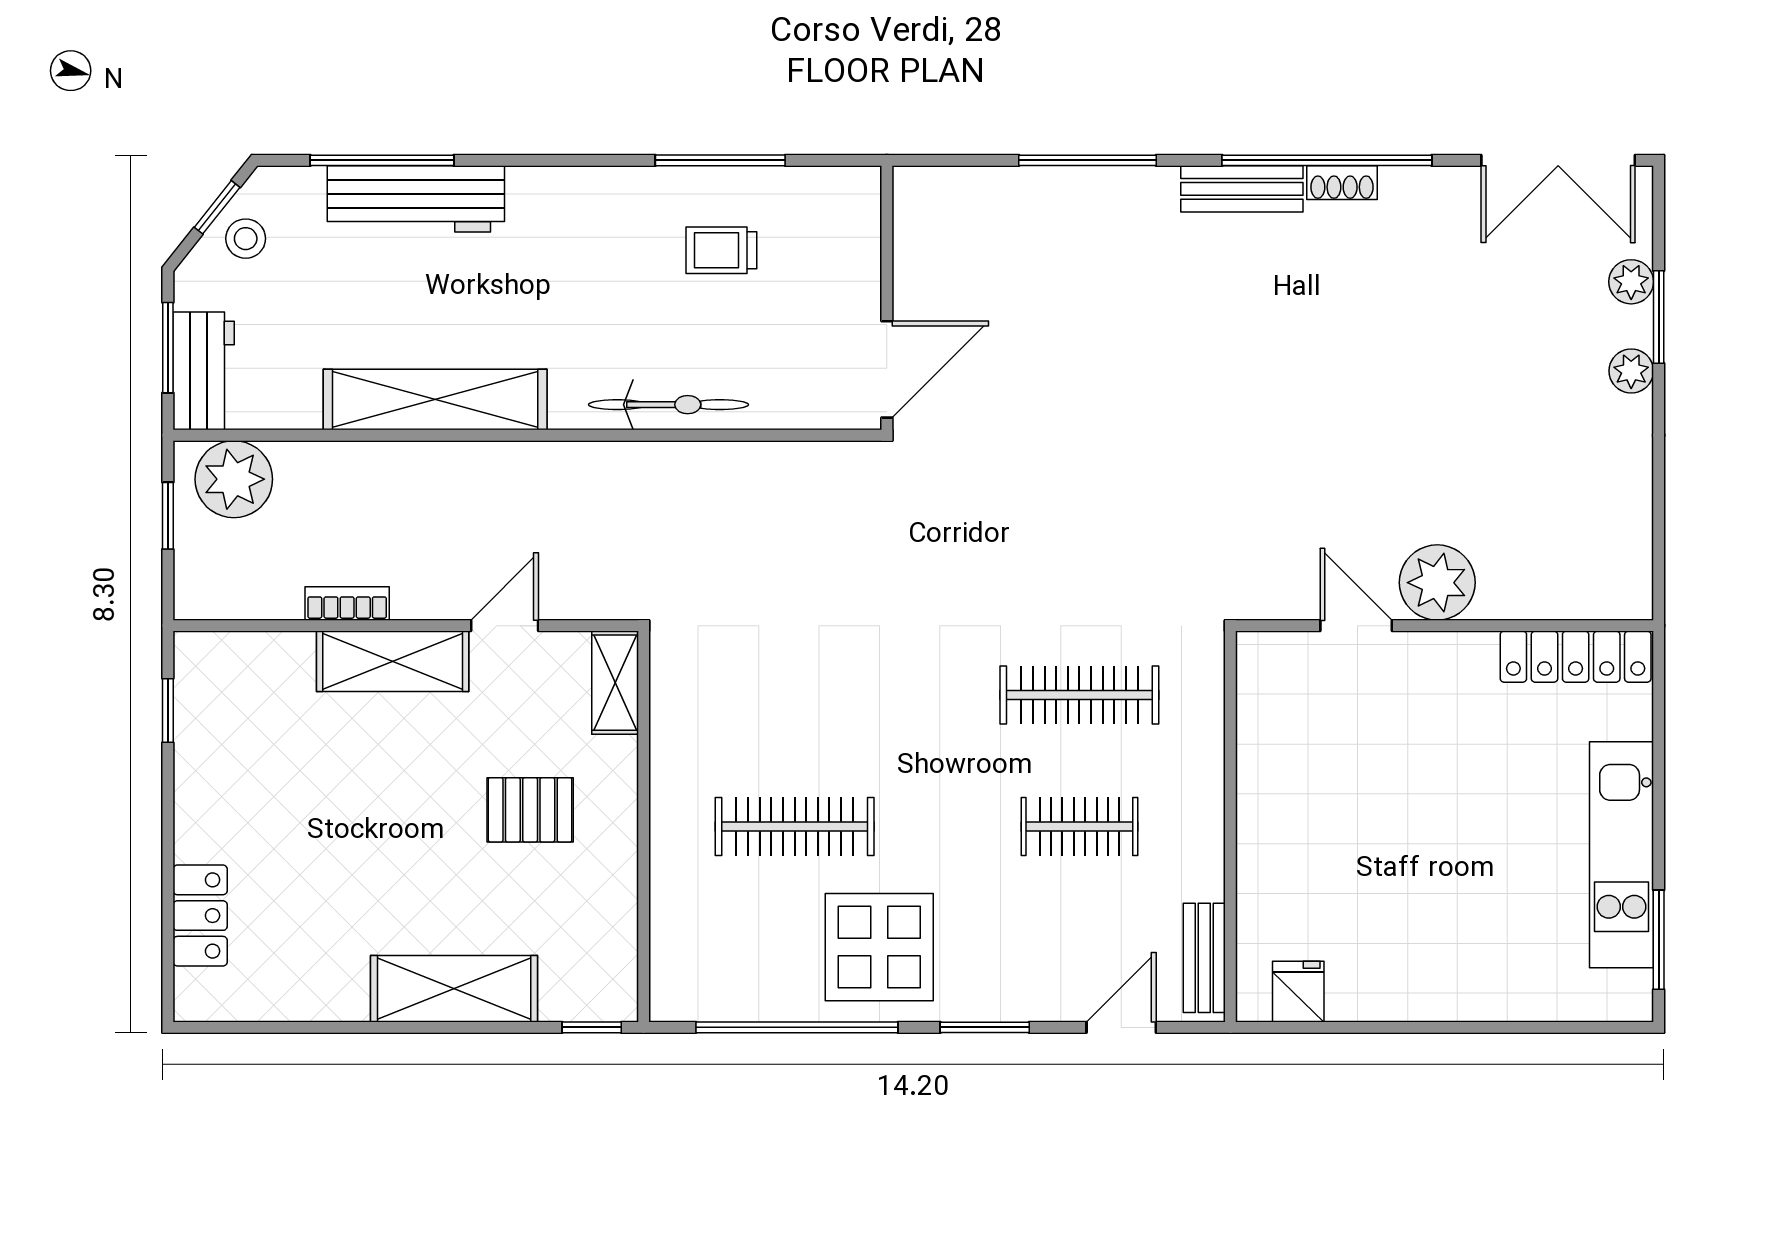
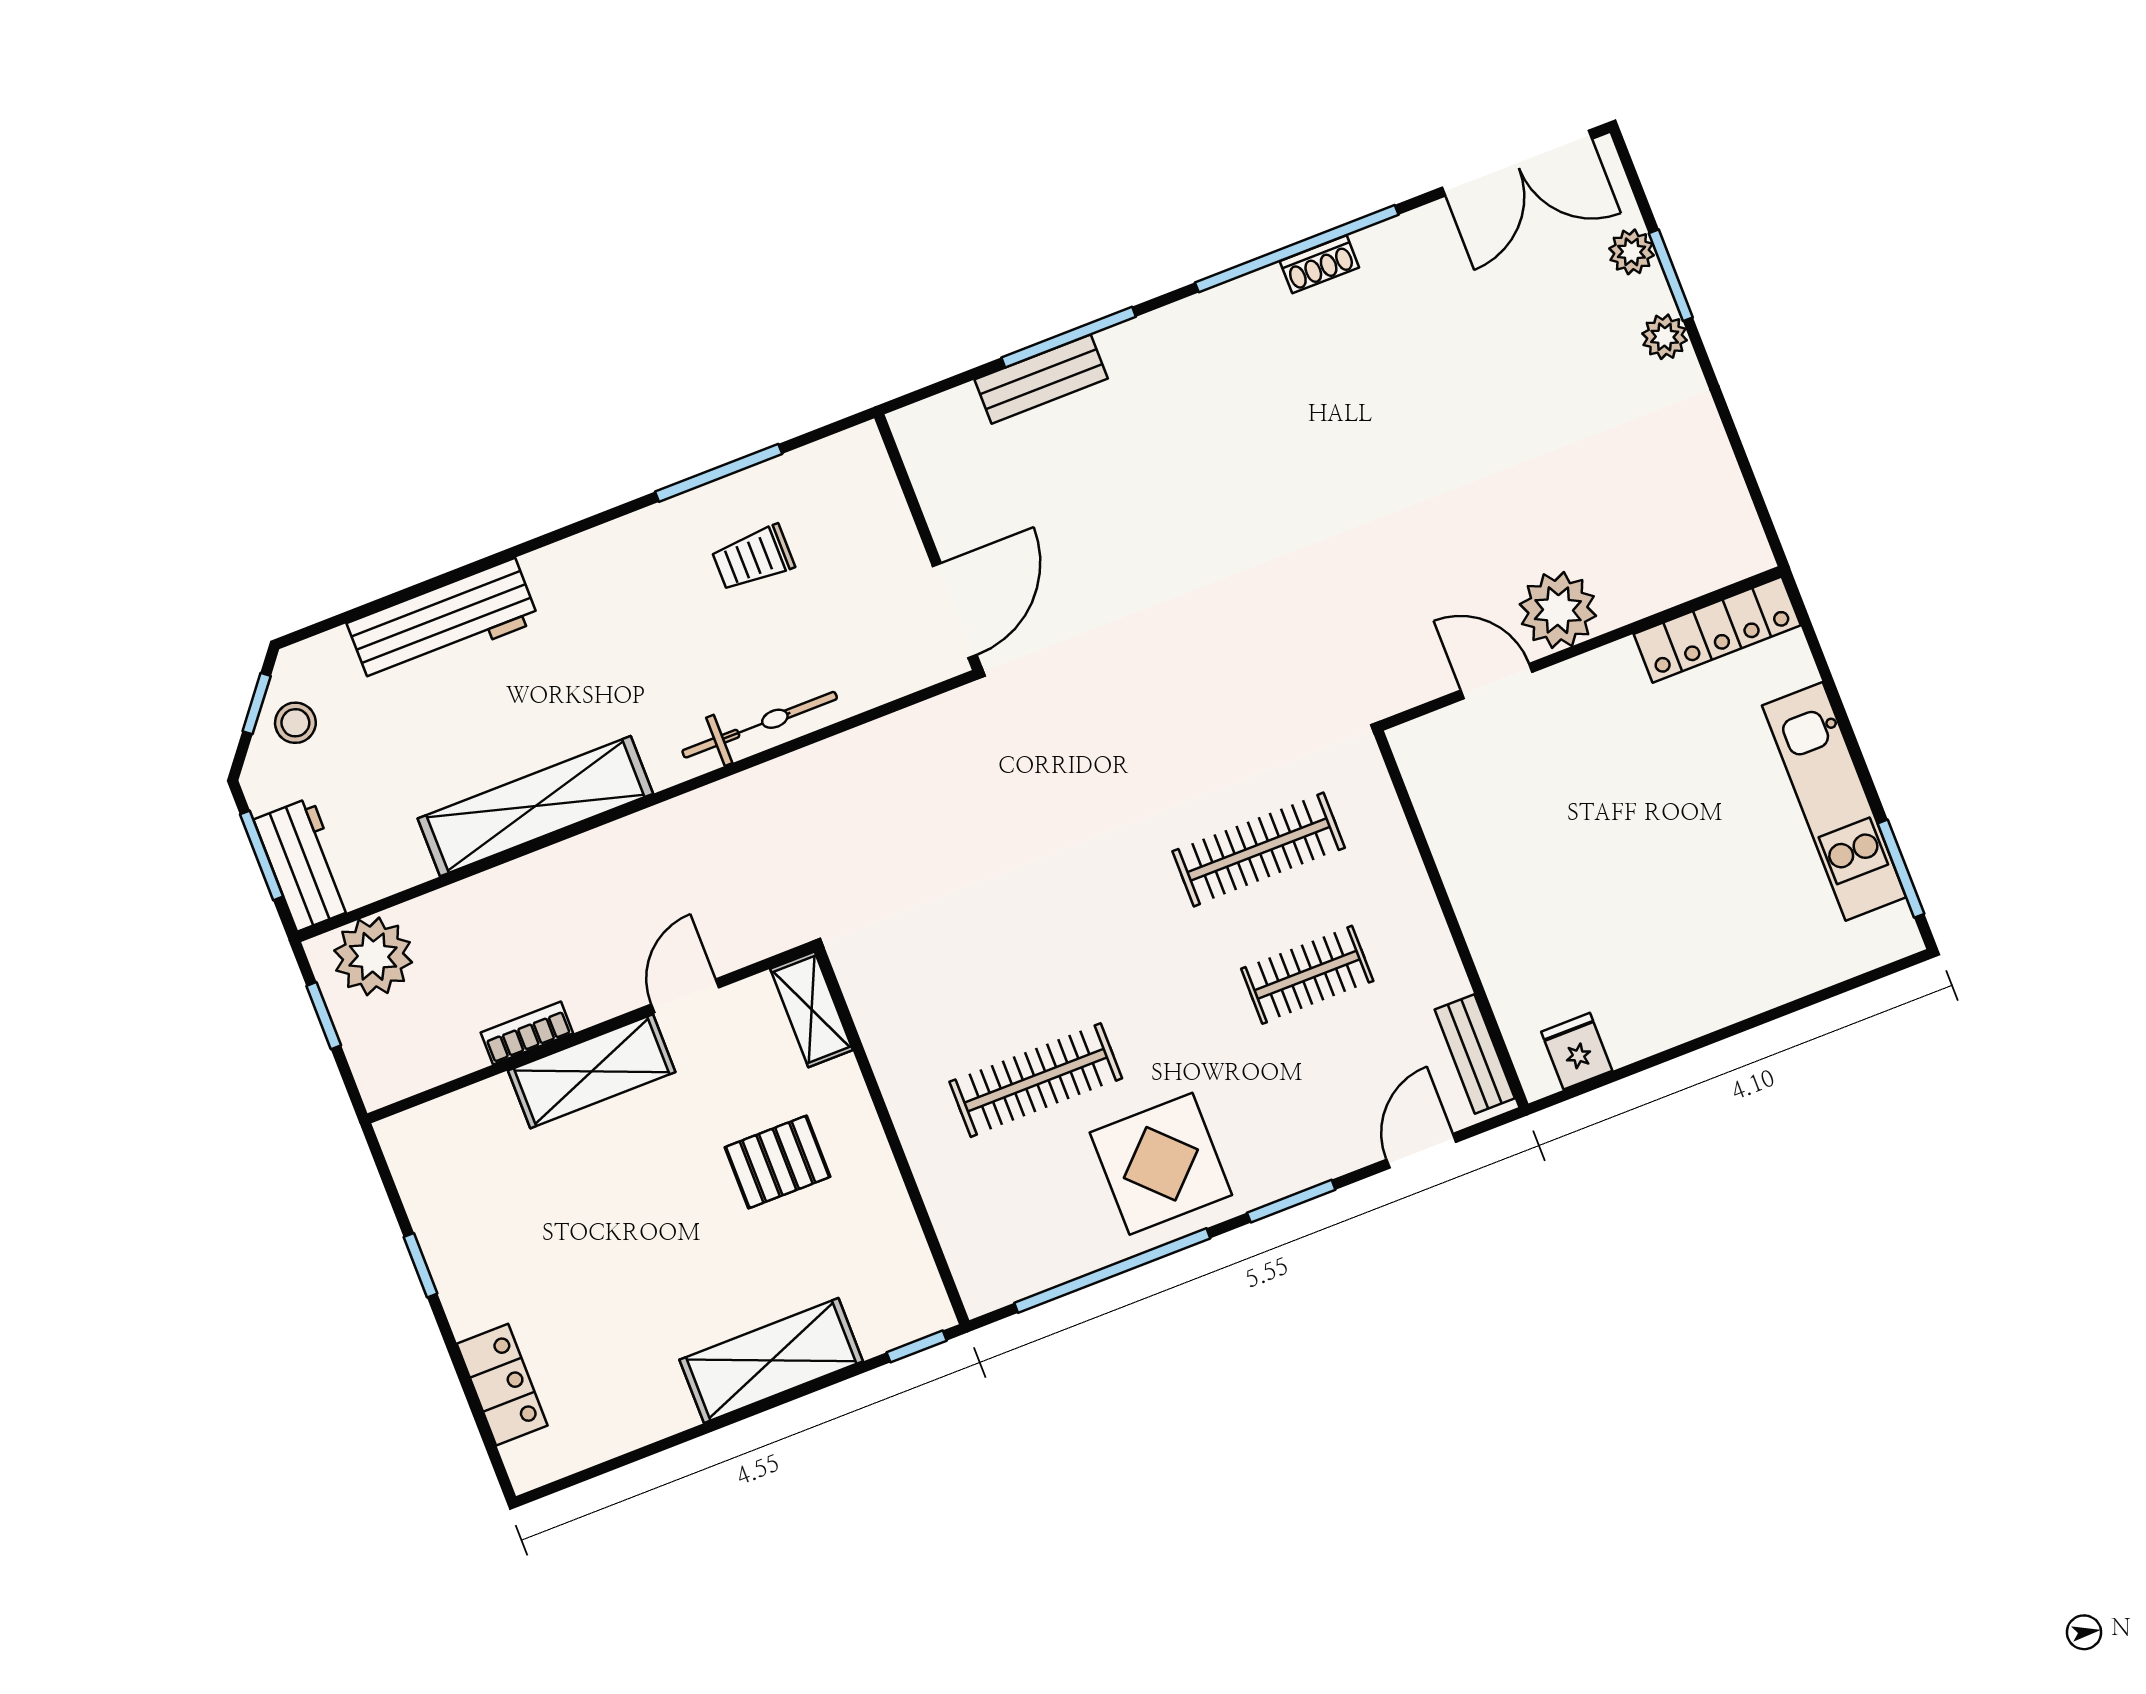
window: (382, 160) -> (396, 598), removed
bench: (1242, 189) -> (1041, 379), moved
window: (168, 711) -> (420, 1265), moved

